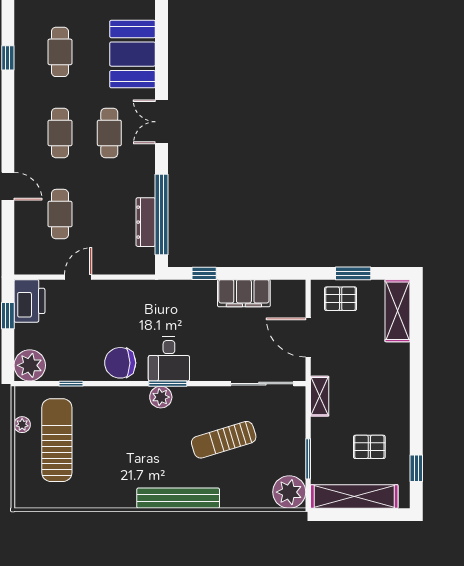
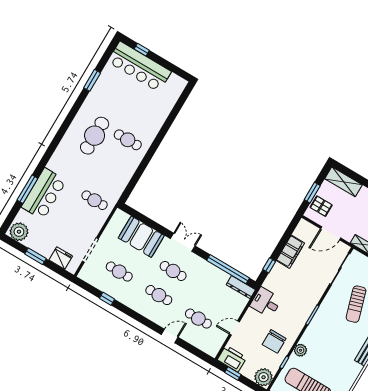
double door: (161, 122) -> (183, 242), swing flipped
dresser: (146, 222) -> (241, 287), moved
door: (78, 277) -> (234, 328), hinge flipped
pallet: (341, 299) -> (321, 206), turned 90
desk: (169, 359) -> (266, 302), moved, turned 180
chair: (120, 363) -> (274, 341), moved
plant: (161, 397) -> (300, 350), moved

